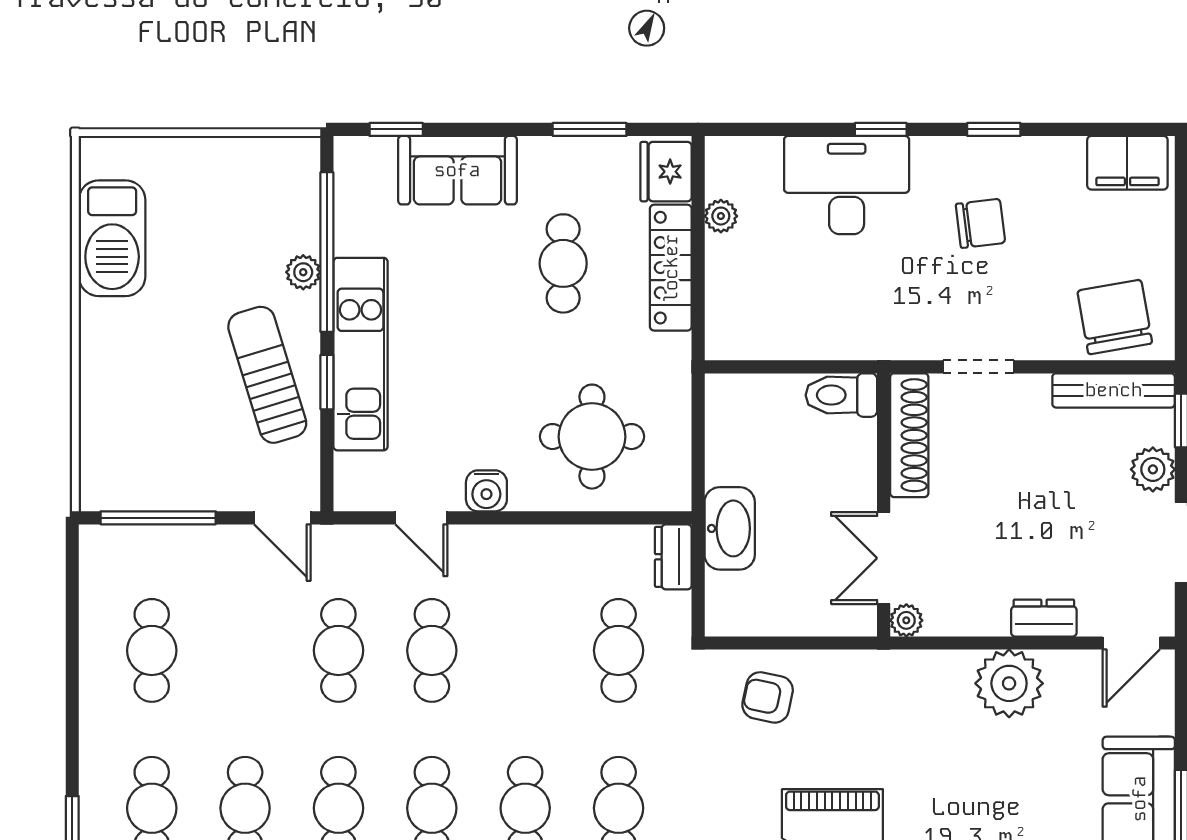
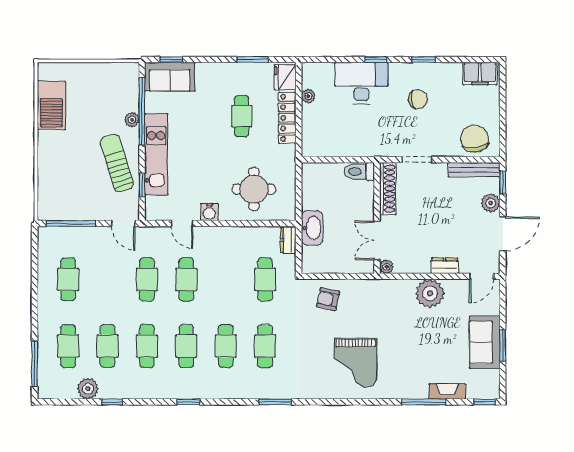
sofa: (457, 170) -> (170, 77), moved
window: (327, 382) -> (142, 185), moved

